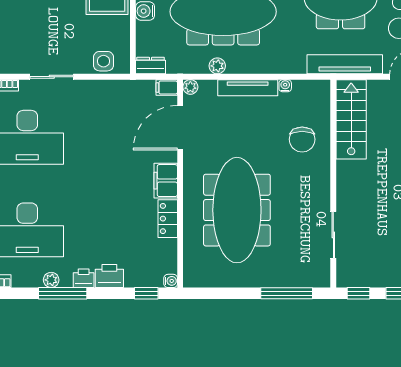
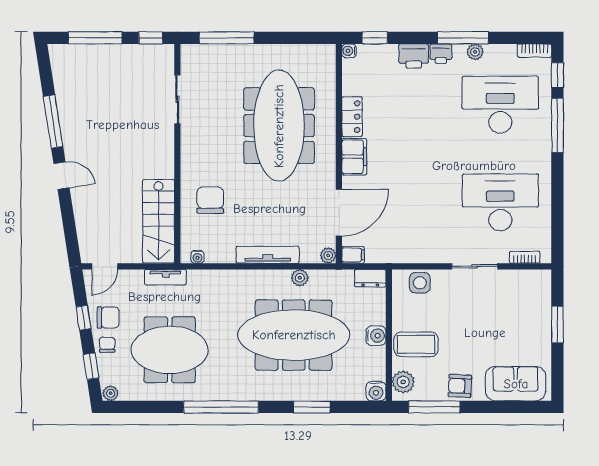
tv unit: (345, 64) -> (165, 277), width x0.52, depth x0.78
water cooler: (285, 86) -> (197, 257), moved

